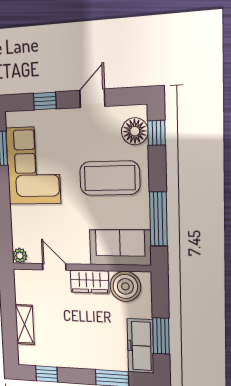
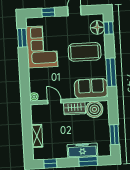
freezer: (140, 346) -> (82, 150), moved, turned 90

